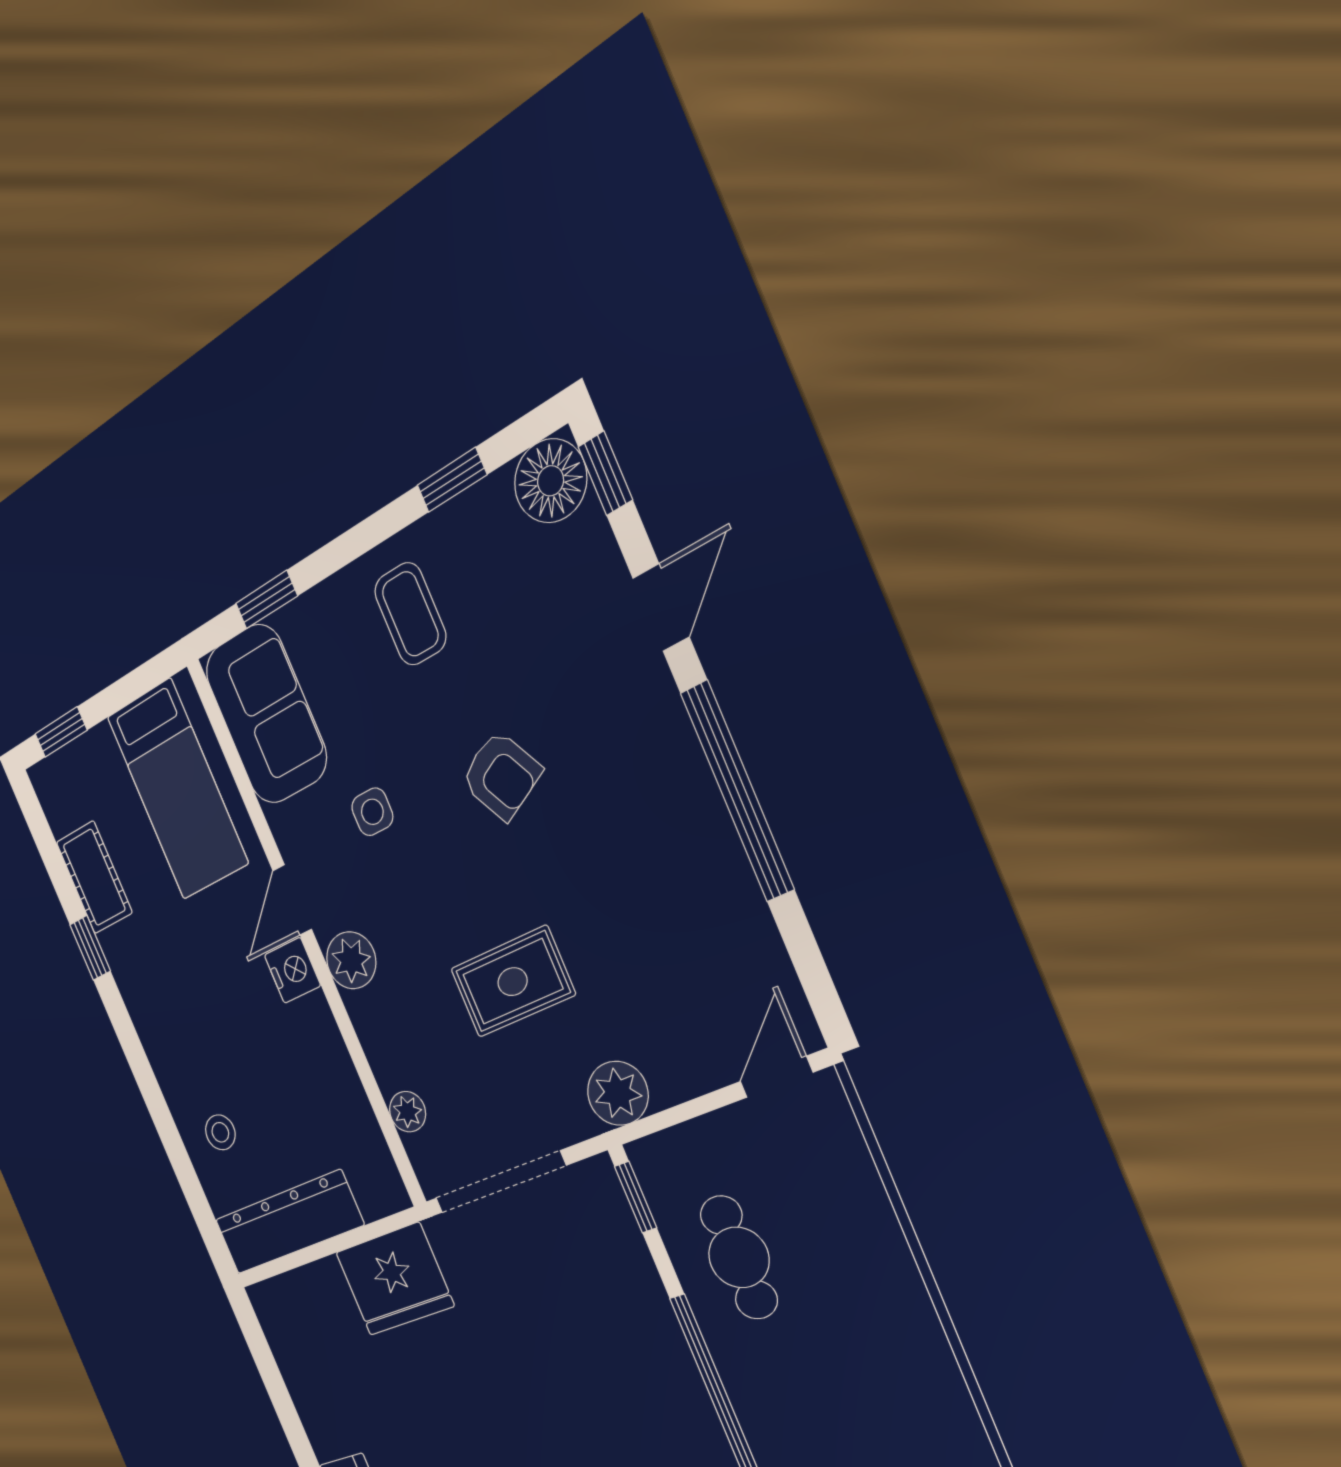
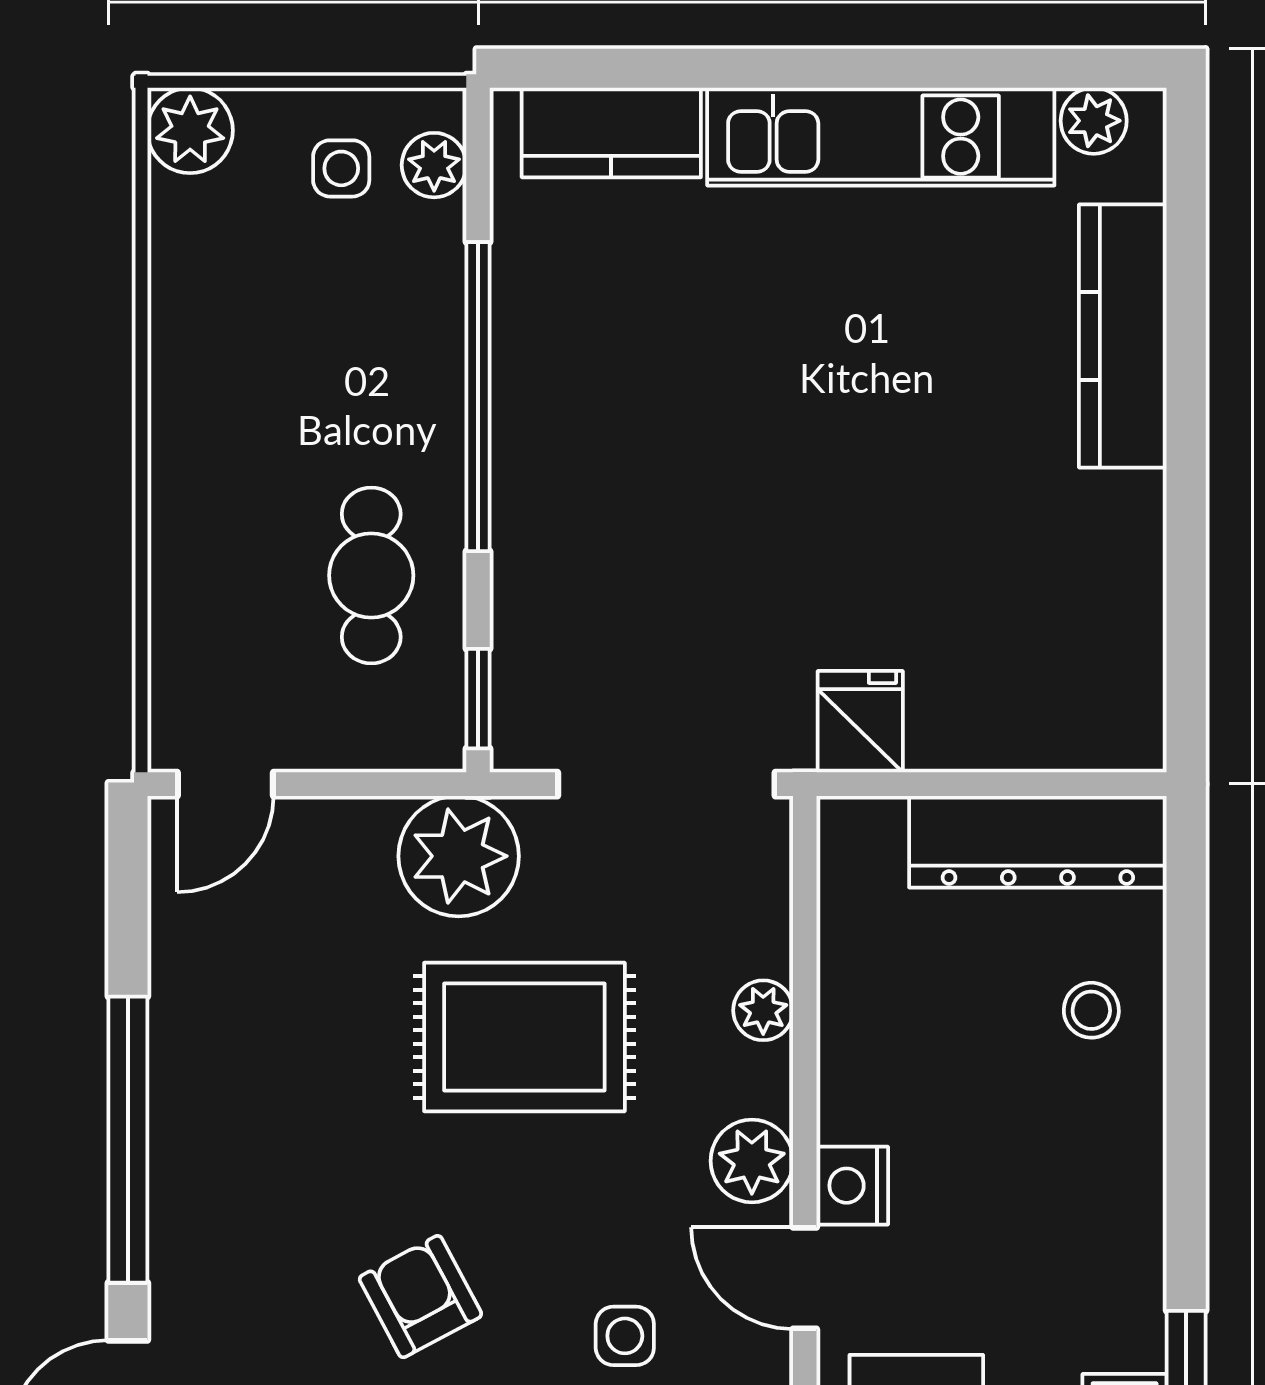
door: (292, 900) -> (805, 1278), swing flipped
rug: (513, 982) -> (524, 1037), width x1.36, depth x1.43
plant: (618, 1093) -> (459, 856), width x1.36, depth x1.36
plant: (408, 1112) -> (763, 1010), moved
fridge: (395, 1279) -> (860, 722), width x0.53, depth x0.75

